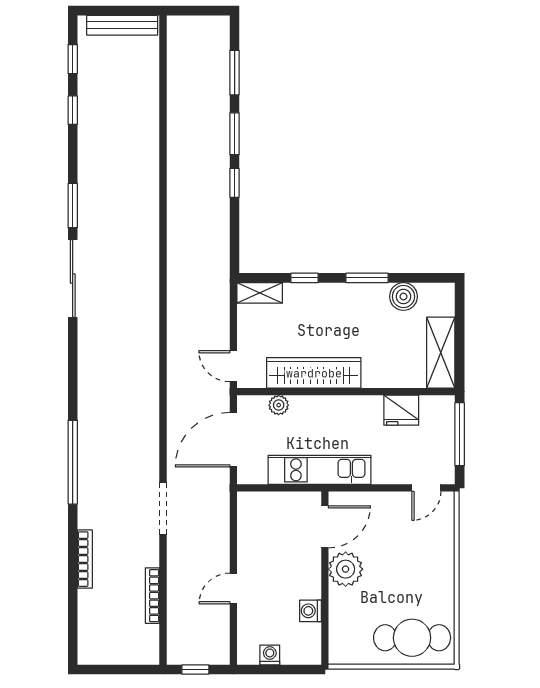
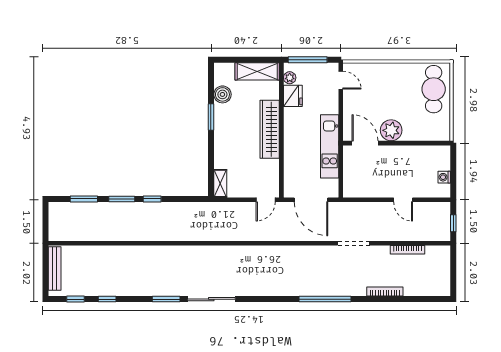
window: (304, 278) -> (211, 156), removed
wardrobe: (314, 373) -> (270, 129), moved
plant: (279, 405) -> (290, 78), moved
washing machine: (310, 611) -> (417, 152), removed

